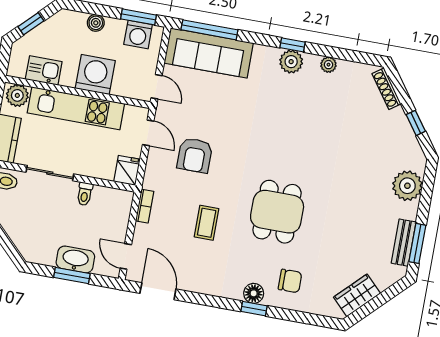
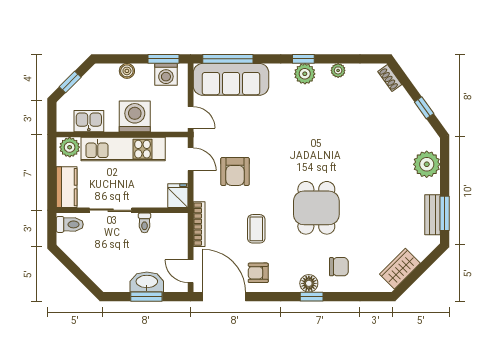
shoe rack: (387, 89) -> (390, 78), width x0.70
bookcase: (145, 206) -> (199, 224), width x1.56
armchair: (200, 272) -> (258, 273), added
door: (158, 291) -> (224, 297), width x1.36

